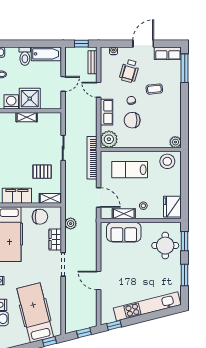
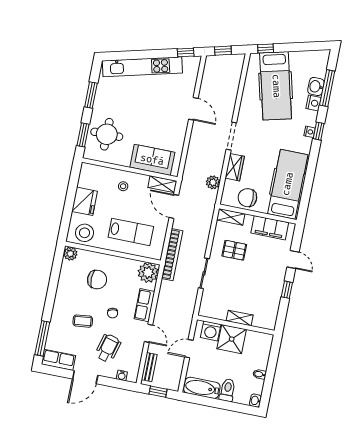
washing machine: (11, 102) -> (211, 331), moved
chair: (132, 120) -> (97, 280), moved
fridge: (172, 207) -> (85, 201), moved
shelving: (124, 214) -> (162, 184), moved

